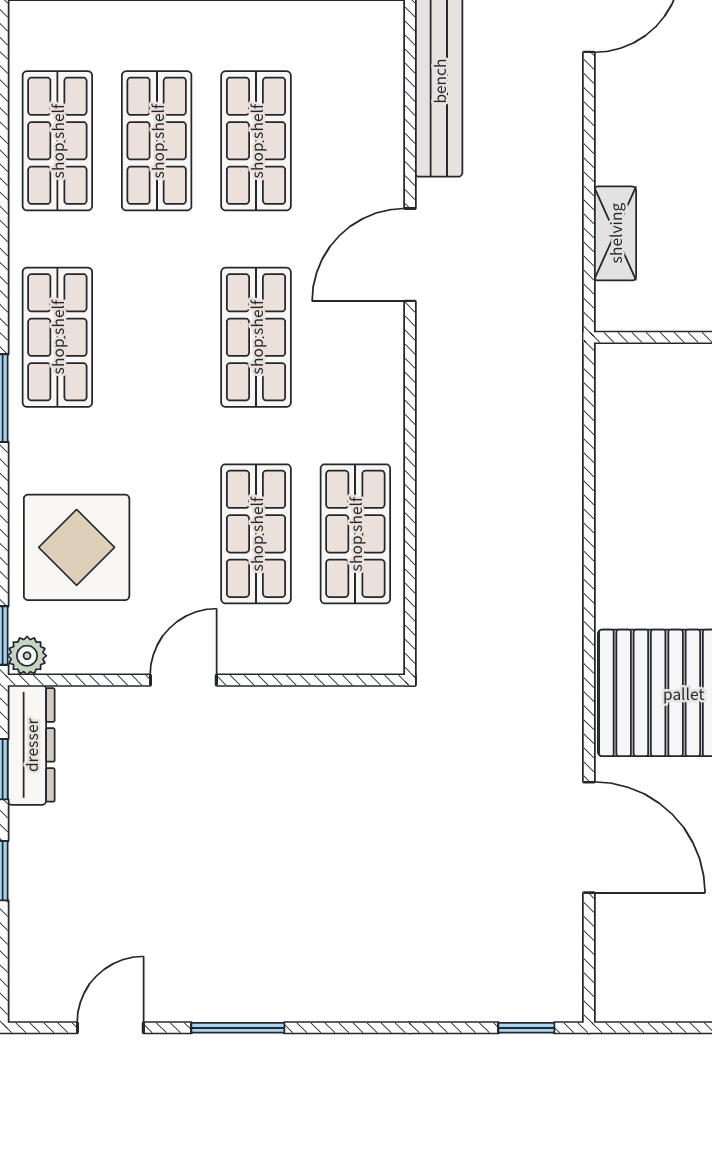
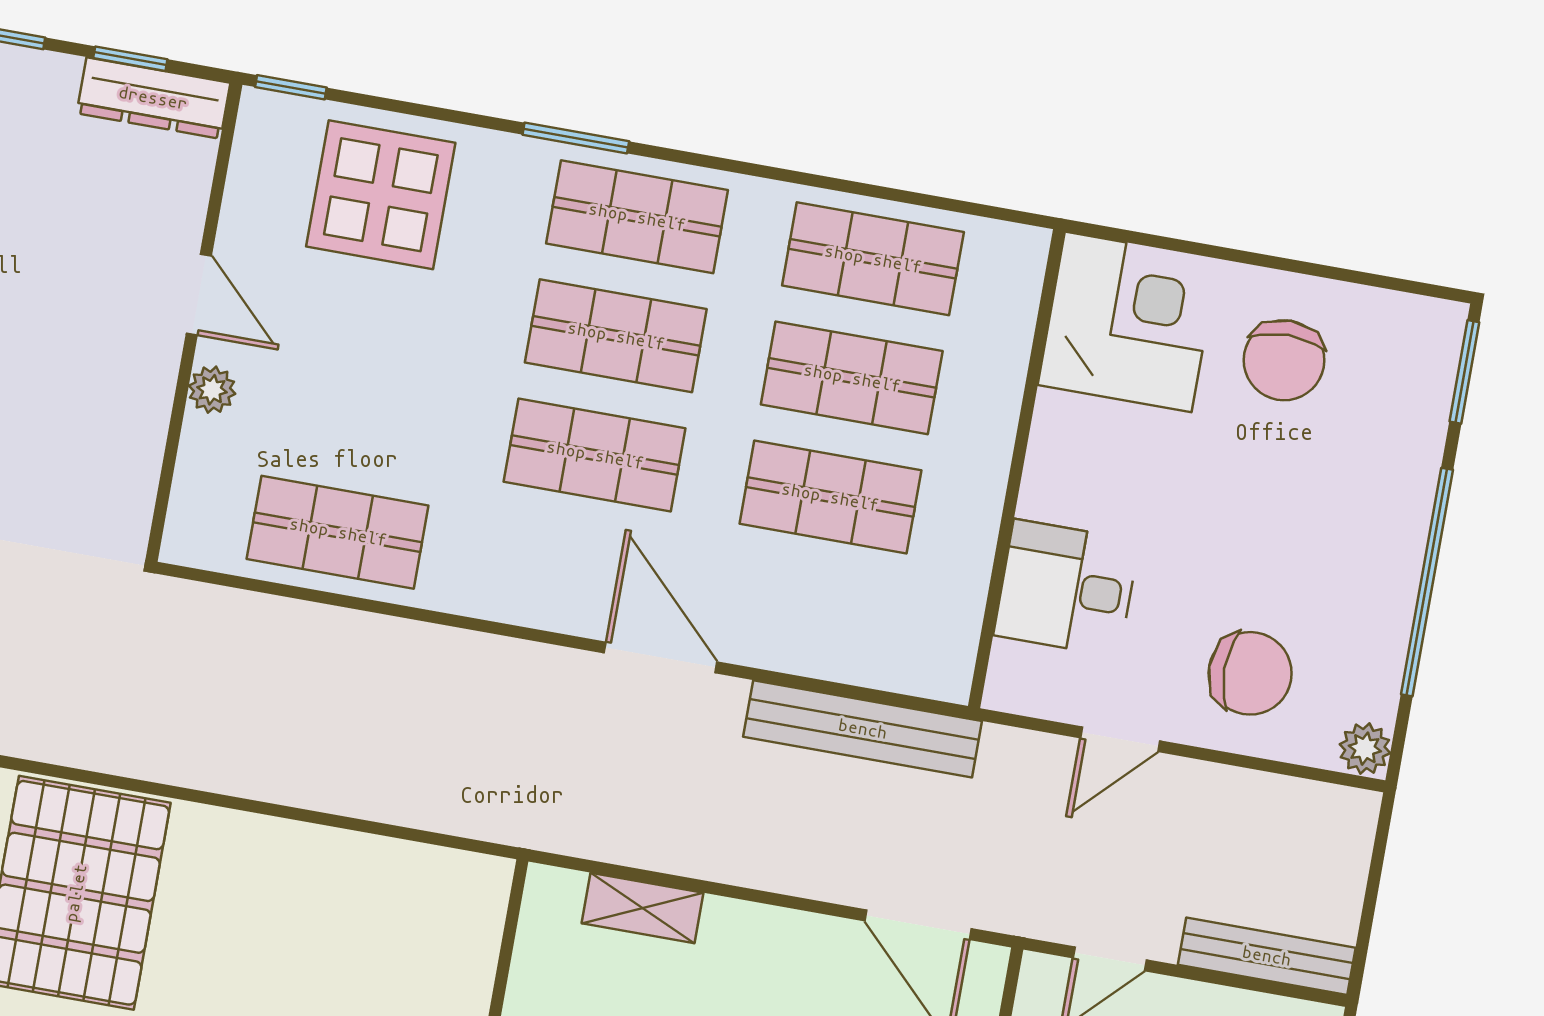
shop shelf: (256, 534) -> (616, 336), moved
plant: (27, 656) -> (212, 390), moved

